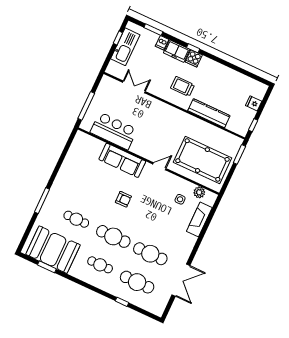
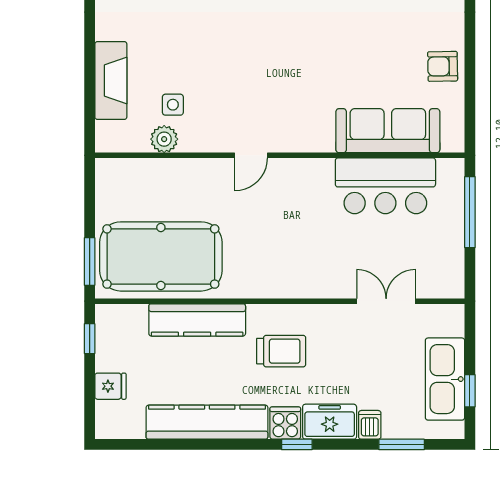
kitchen counter: (223, 73) -> (207, 422), added
double door: (134, 87) -> (386, 301), swing flipped
sofa: (122, 160) -> (388, 131), moved
pool table: (202, 160) -> (161, 256), moved
plant: (199, 192) -> (164, 139), moved
armchair: (123, 199) -> (443, 66), moved

